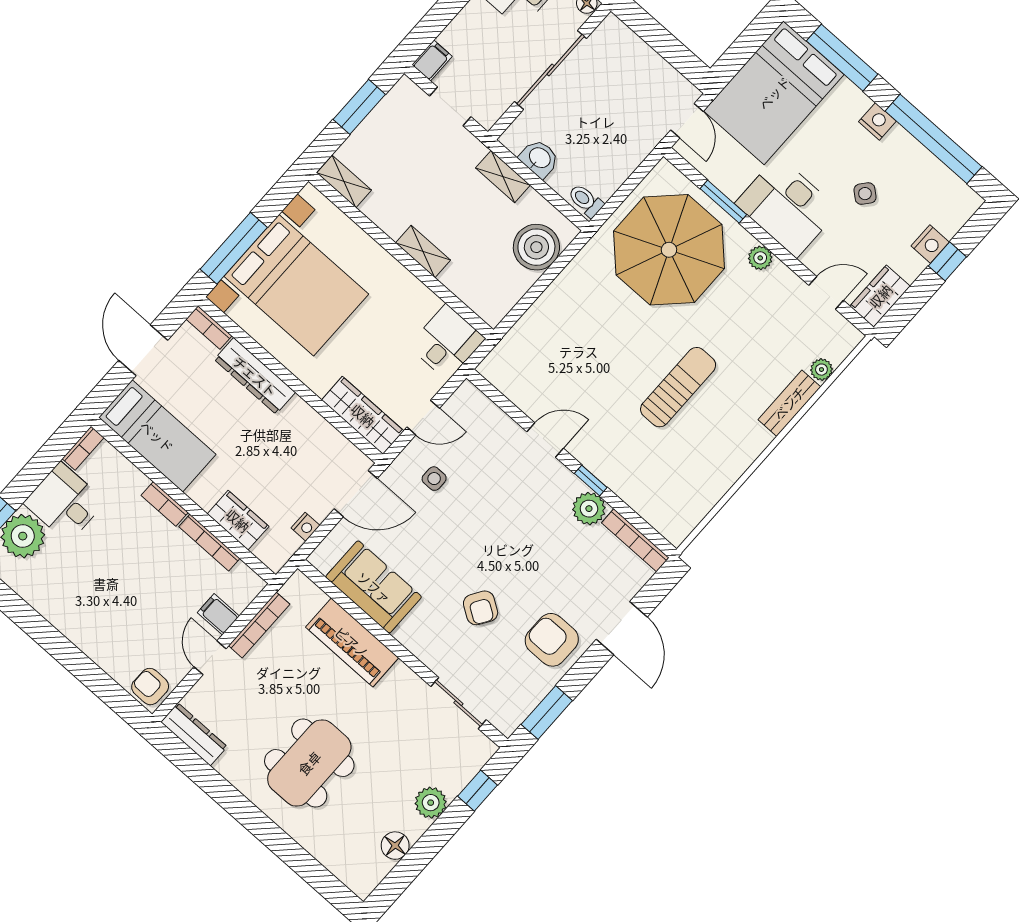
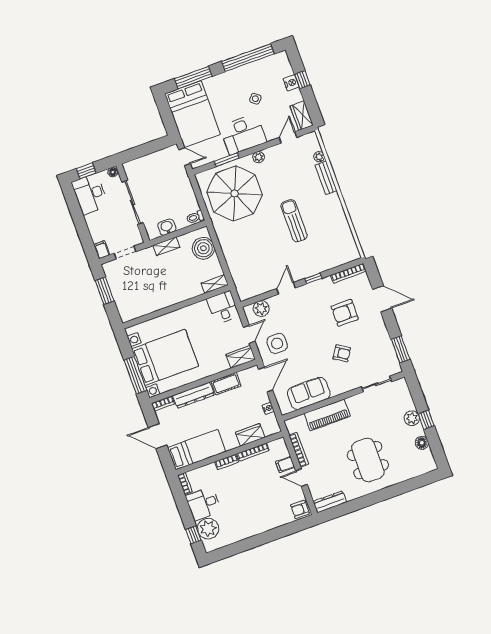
nightstand: (877, 121) -> (228, 77), removed
shelving: (344, 181) -> (132, 314), removed
shelving: (423, 251) -> (215, 284), moved
wardrobe: (363, 415) -> (241, 357), width x0.67
cot: (309, 425) -> (226, 384), added
side table: (434, 479) -> (277, 343), width x1.87, depth x1.87
plant: (589, 509) -> (261, 309), moved
armchair: (552, 640) -> (345, 313), moved
window: (478, 791) -> (426, 420), moved

